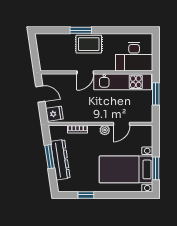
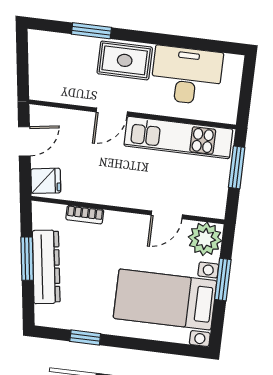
window: (81, 30) -> (91, 31), moved
desk: (134, 57) -> (187, 75), moved, turned 180
door: (40, 94) -> (24, 141), hinge flipped
plant: (105, 130) -> (205, 239), moved, width x1.88, depth x1.88
window: (156, 168) -> (223, 279), moved

